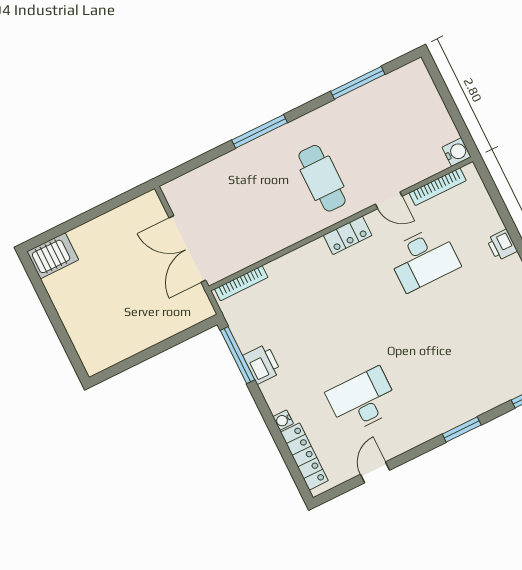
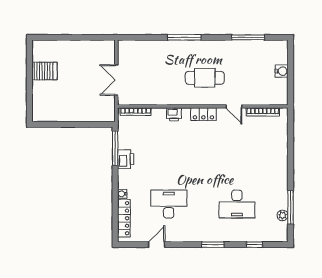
water cooler: (457, 152) -> (282, 71), moved
cafe table: (322, 178) -> (205, 78), turned 90
printer: (502, 245) -> (174, 114), moved, turned -90
double door: (187, 249) -> (116, 80), width x0.73
server rack: (53, 256) -> (44, 71), moved
desk: (423, 259) -> (237, 204), moved

